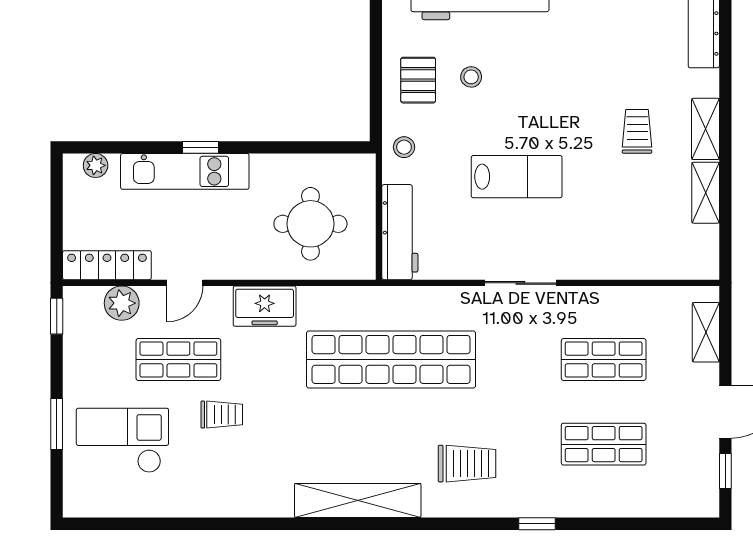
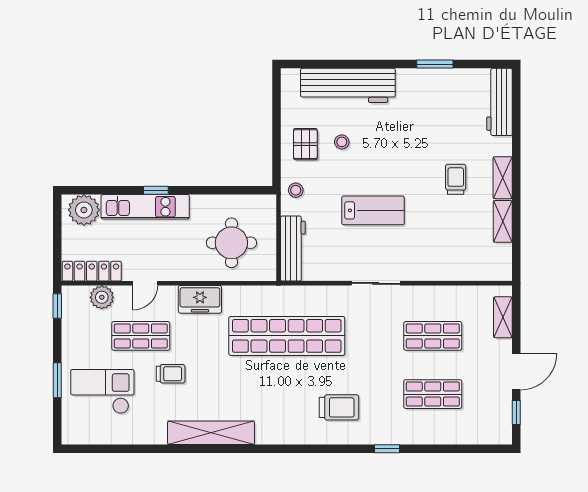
plant: (96, 165) -> (84, 210), width x1.88, depth x1.88
shelving: (358, 501) -> (211, 433), moved

